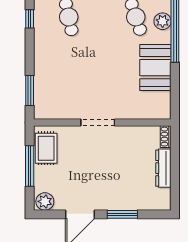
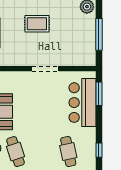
bar counter: (51, 79) -> (82, 103), added
rug: (46, 148) -> (37, 24), moved, turned 90

